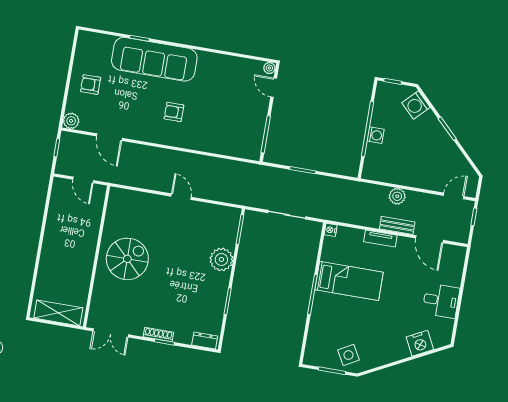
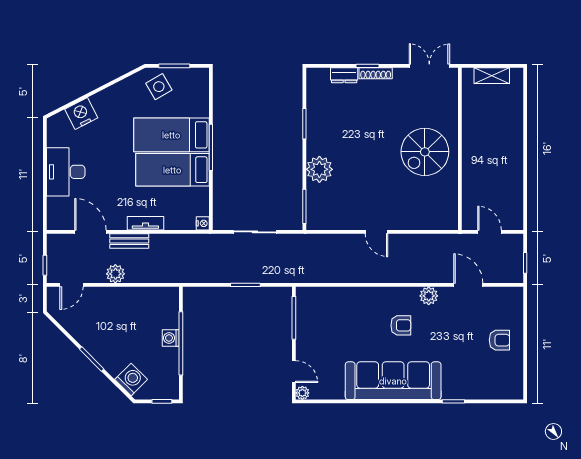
sofa: (154, 59) -> (393, 381), moved
plant: (71, 121) -> (429, 296), moved
plant: (397, 196) -> (115, 274), moved
desk: (441, 301) -> (66, 172), width x1.37
bed: (345, 311) -> (171, 135), added
shelving: (58, 313) -> (492, 76), width x0.67, depth x0.75
dresser: (205, 341) -> (344, 75), moved

